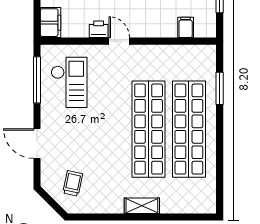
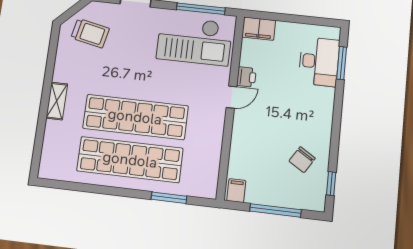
filing cabinet: (186, 27) -> (236, 191), moved, turned -90
checkout: (69, 82) -> (194, 41), width x1.36, depth x1.21
trolley: (73, 183) -> (90, 33), width x1.36, depth x1.39

